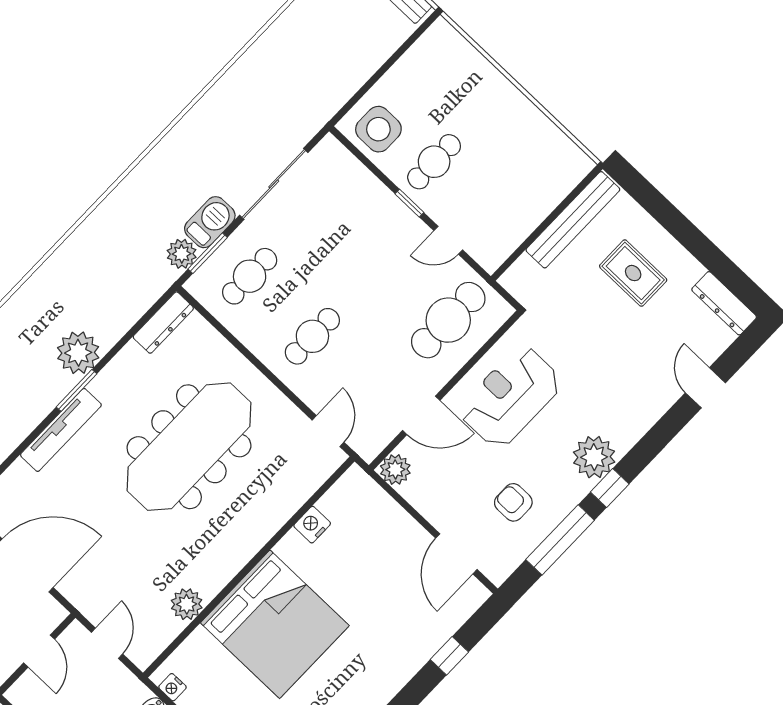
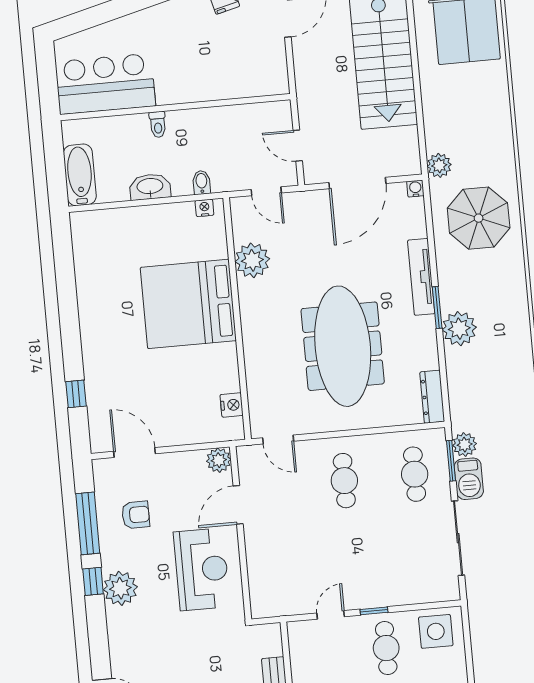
cafe table: (448, 320) -> (282, 572), removed
nightstand: (312, 525) -> (232, 405), moved
plant: (187, 604) -> (252, 260), width x1.36, depth x1.36

